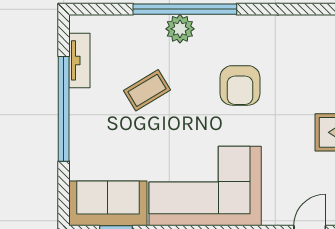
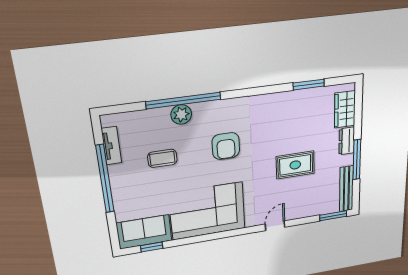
coffee table: (147, 90) -> (162, 158), turned 31

